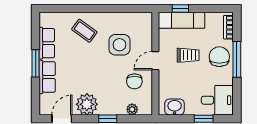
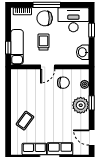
side table: (119, 45) -> (36, 94), removed
door: (155, 61) -> (48, 67), hinge flipped
desk: (217, 100) -> (73, 20), width x1.37
plant: (87, 104) -> (81, 105), moved

